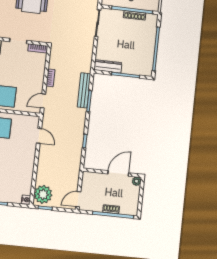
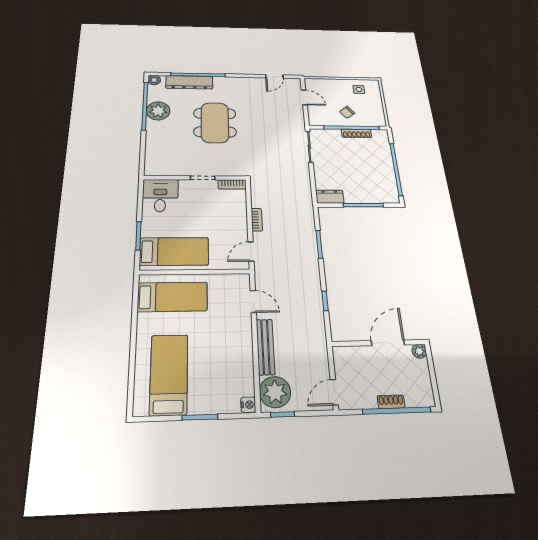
dresser: (108, 66) -> (330, 197), width x0.70
bench: (84, 90) -> (265, 347), moved

